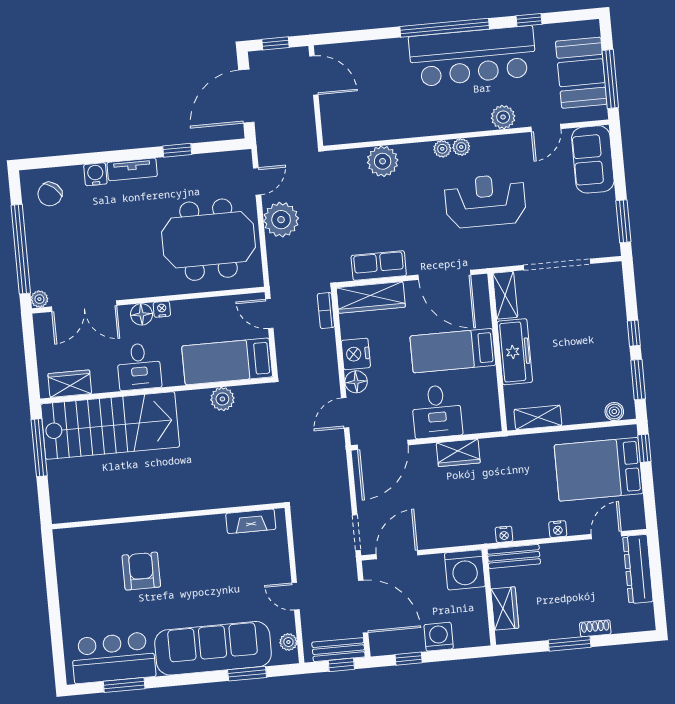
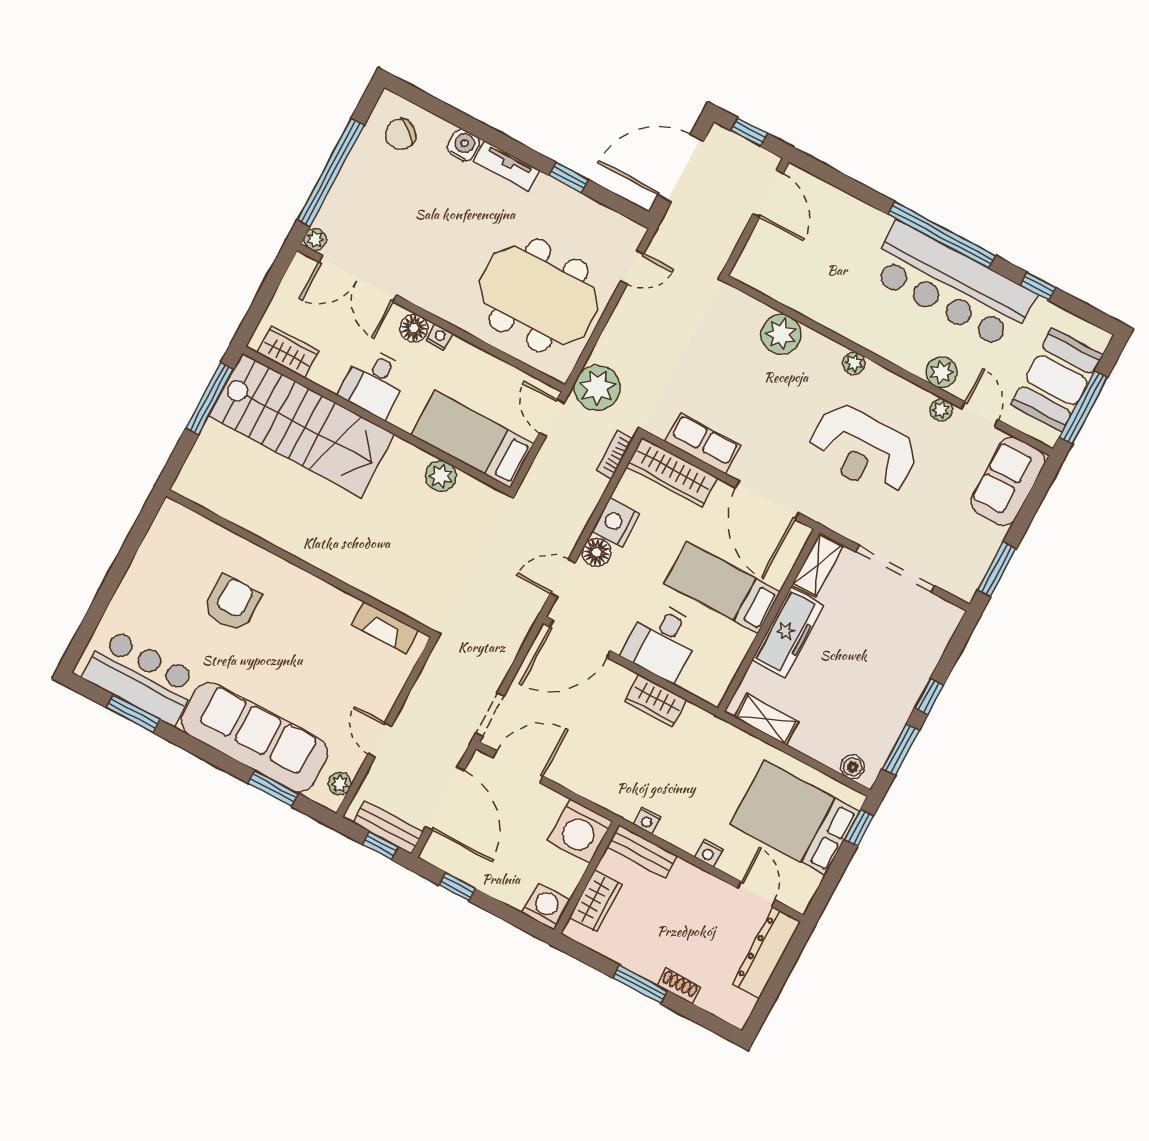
door: (546, 128) -> (980, 414), swing flipped
plant: (461, 147) -> (941, 410), moved
reception desk: (485, 201) -> (863, 450), turned 180
plant: (281, 220) -> (597, 388), moved
door: (606, 535) -> (756, 894), hinge flipped
washing machine: (439, 637) -> (546, 906), moved

